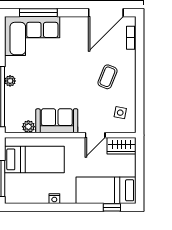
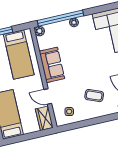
plant: (28, 127) -> (39, 31), moved

